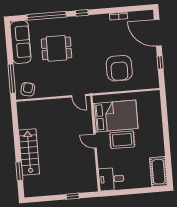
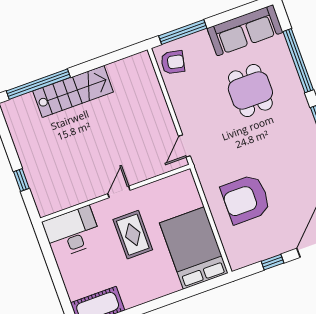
bed: (115, 116) -> (194, 248), moved, turned 180
window: (19, 171) -> (38, 84), width x2.11
desk: (111, 179) -> (72, 232), width x1.37

